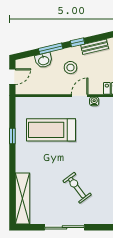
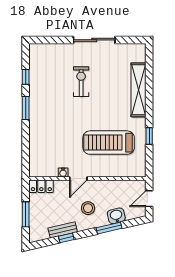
window: (78, 42) -> (66, 238), moved
treadmill: (51, 130) -> (109, 143), turned 180
exercise bike: (77, 188) -> (81, 82), turned -143
shelving: (23, 199) -> (138, 90), moved

